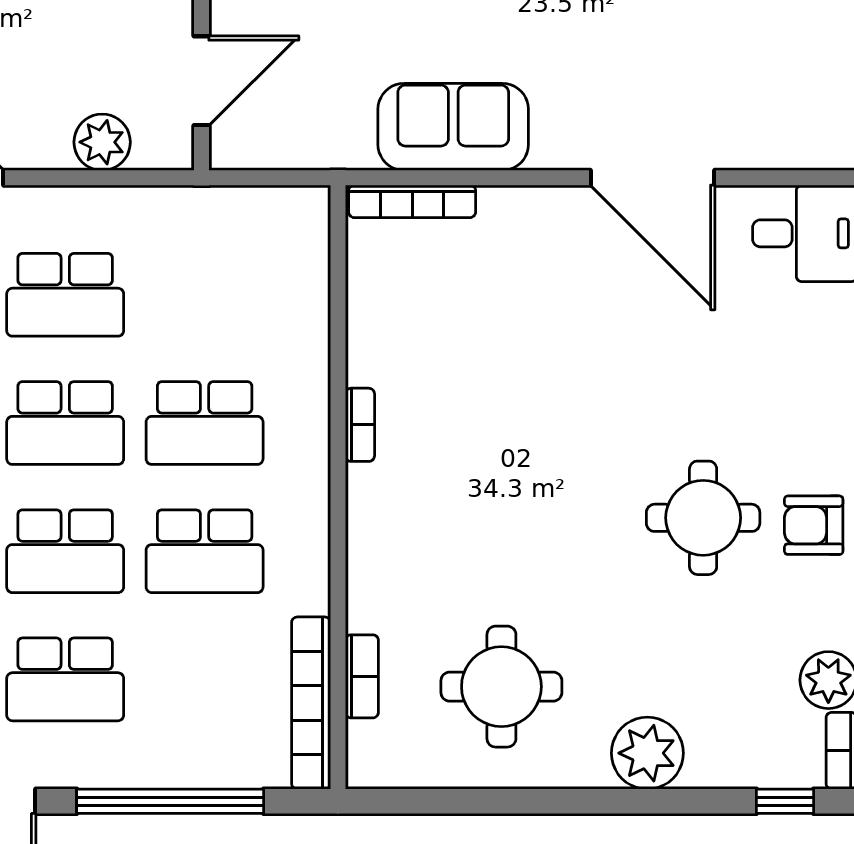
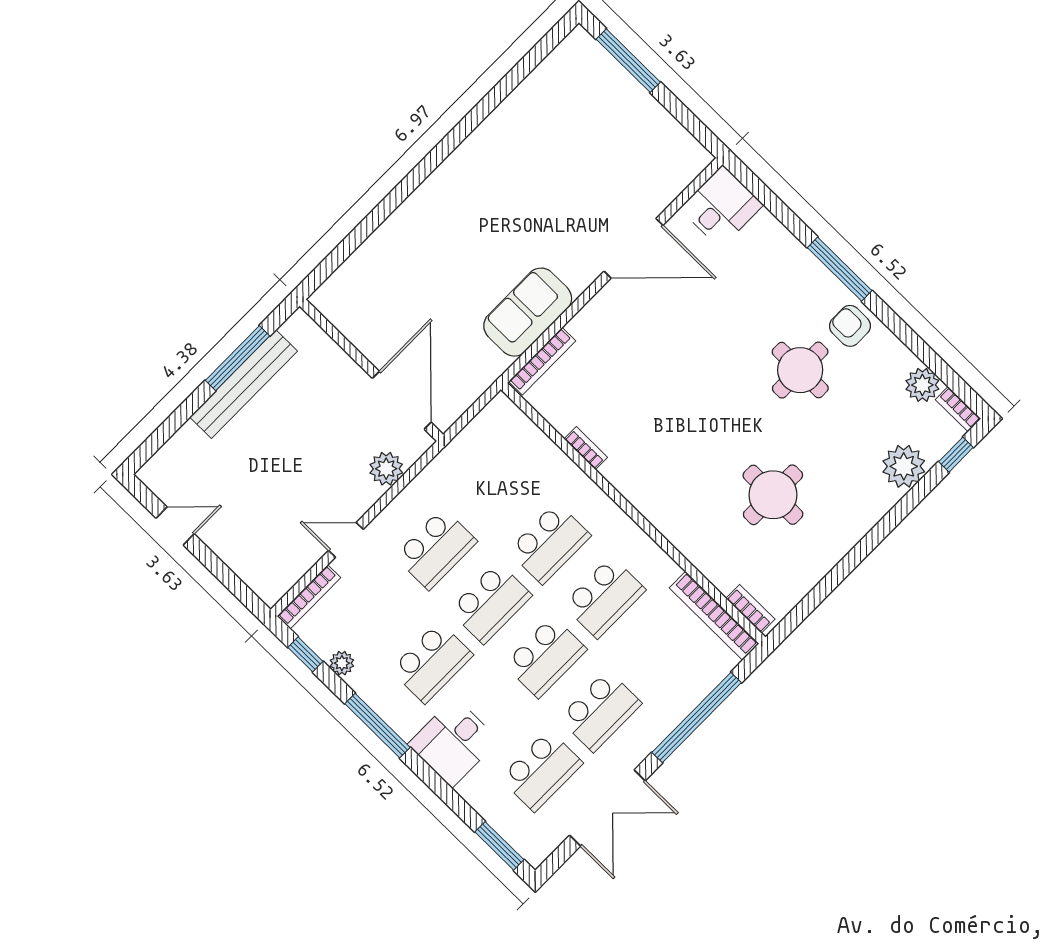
door: (202, 81) -> (402, 400), width x1.36
bookcase: (360, 425) -> (586, 448), moved
armchair: (814, 525) -> (850, 326), turned 90
bookcase: (362, 676) -> (750, 609), moved
round table: (501, 687) -> (773, 495), moved
plant: (647, 753) -> (904, 466), moved

